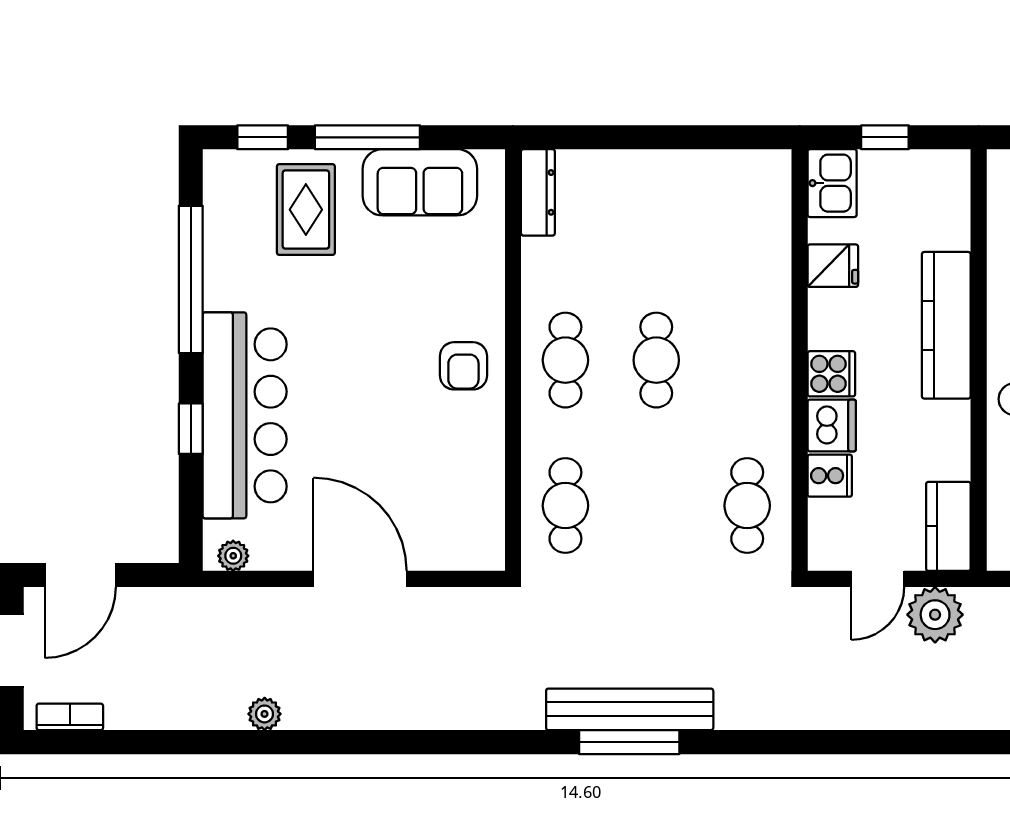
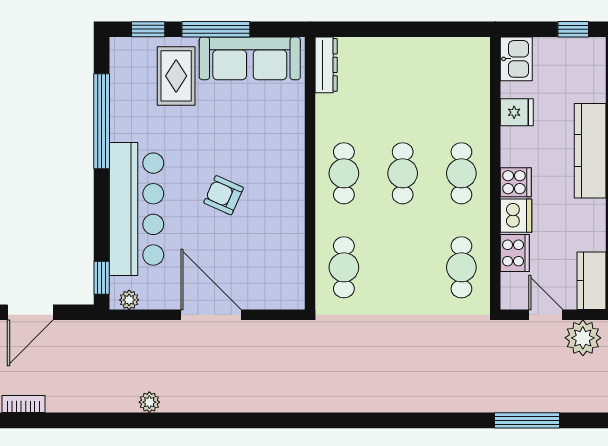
window: (885, 137) -> (573, 29), moved
sofa: (420, 182) -> (250, 58), width x1.36
cafe table: (747, 360) -> (461, 173), added
armchair: (463, 366) -> (224, 195), moved, turned 114
window: (191, 429) -> (102, 278), moved
cooker: (830, 476) -> (515, 253), width x1.36
door: (878, 579) -> (546, 315), swing flipped
bench: (630, 709) -> (385, 399), removed
window: (629, 742) -> (527, 420), moved

